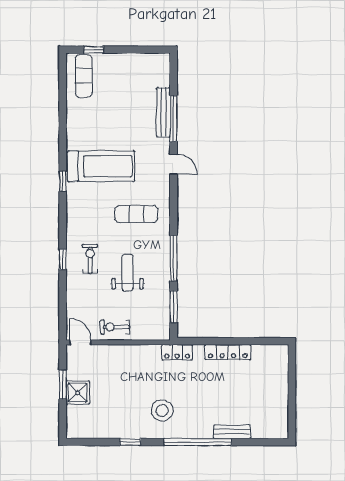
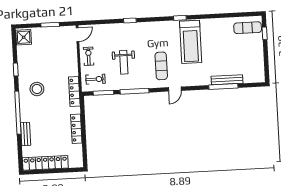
door: (174, 164) -> (175, 89), moved
exercise bike: (90, 259) -> (96, 79), moved
weight bench: (128, 273) -> (124, 62), turned 90
locker: (177, 352) -> (74, 91), width x1.53
shower: (78, 393) -> (24, 37), moved
locker: (279, 403) -> (45, 163), added

